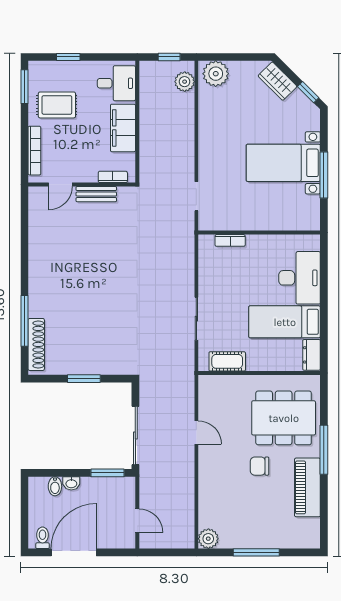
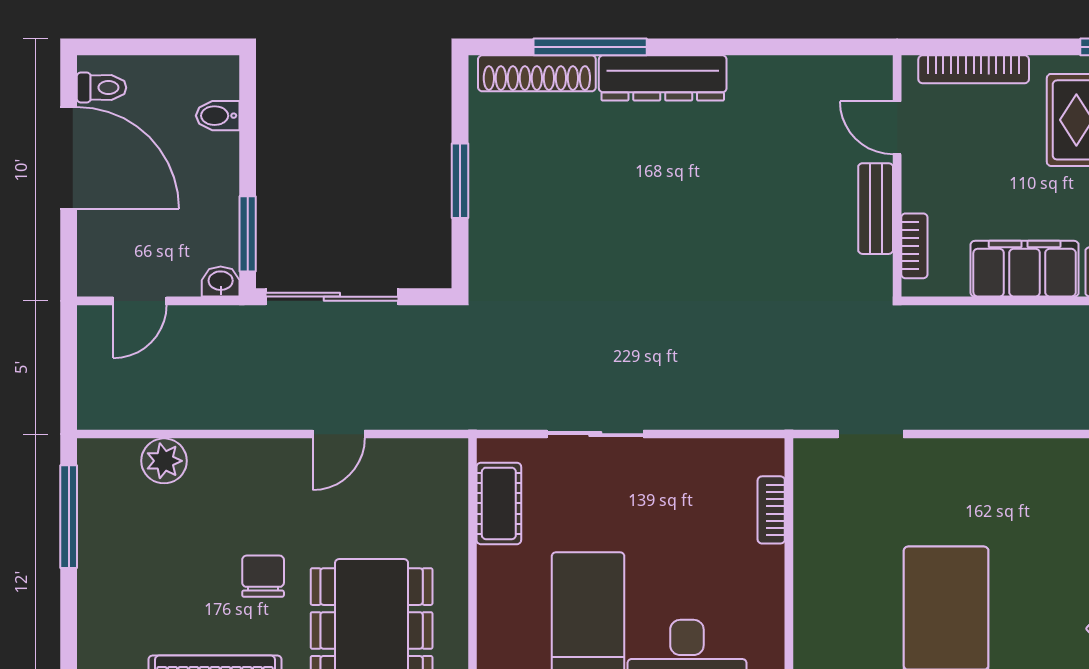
dresser: (38, 289) -> (663, 78), added
washbasin: (71, 483) -> (221, 282), moved, turned 90
plant: (208, 539) -> (164, 461), moved
window: (256, 552) -> (69, 517), moved

